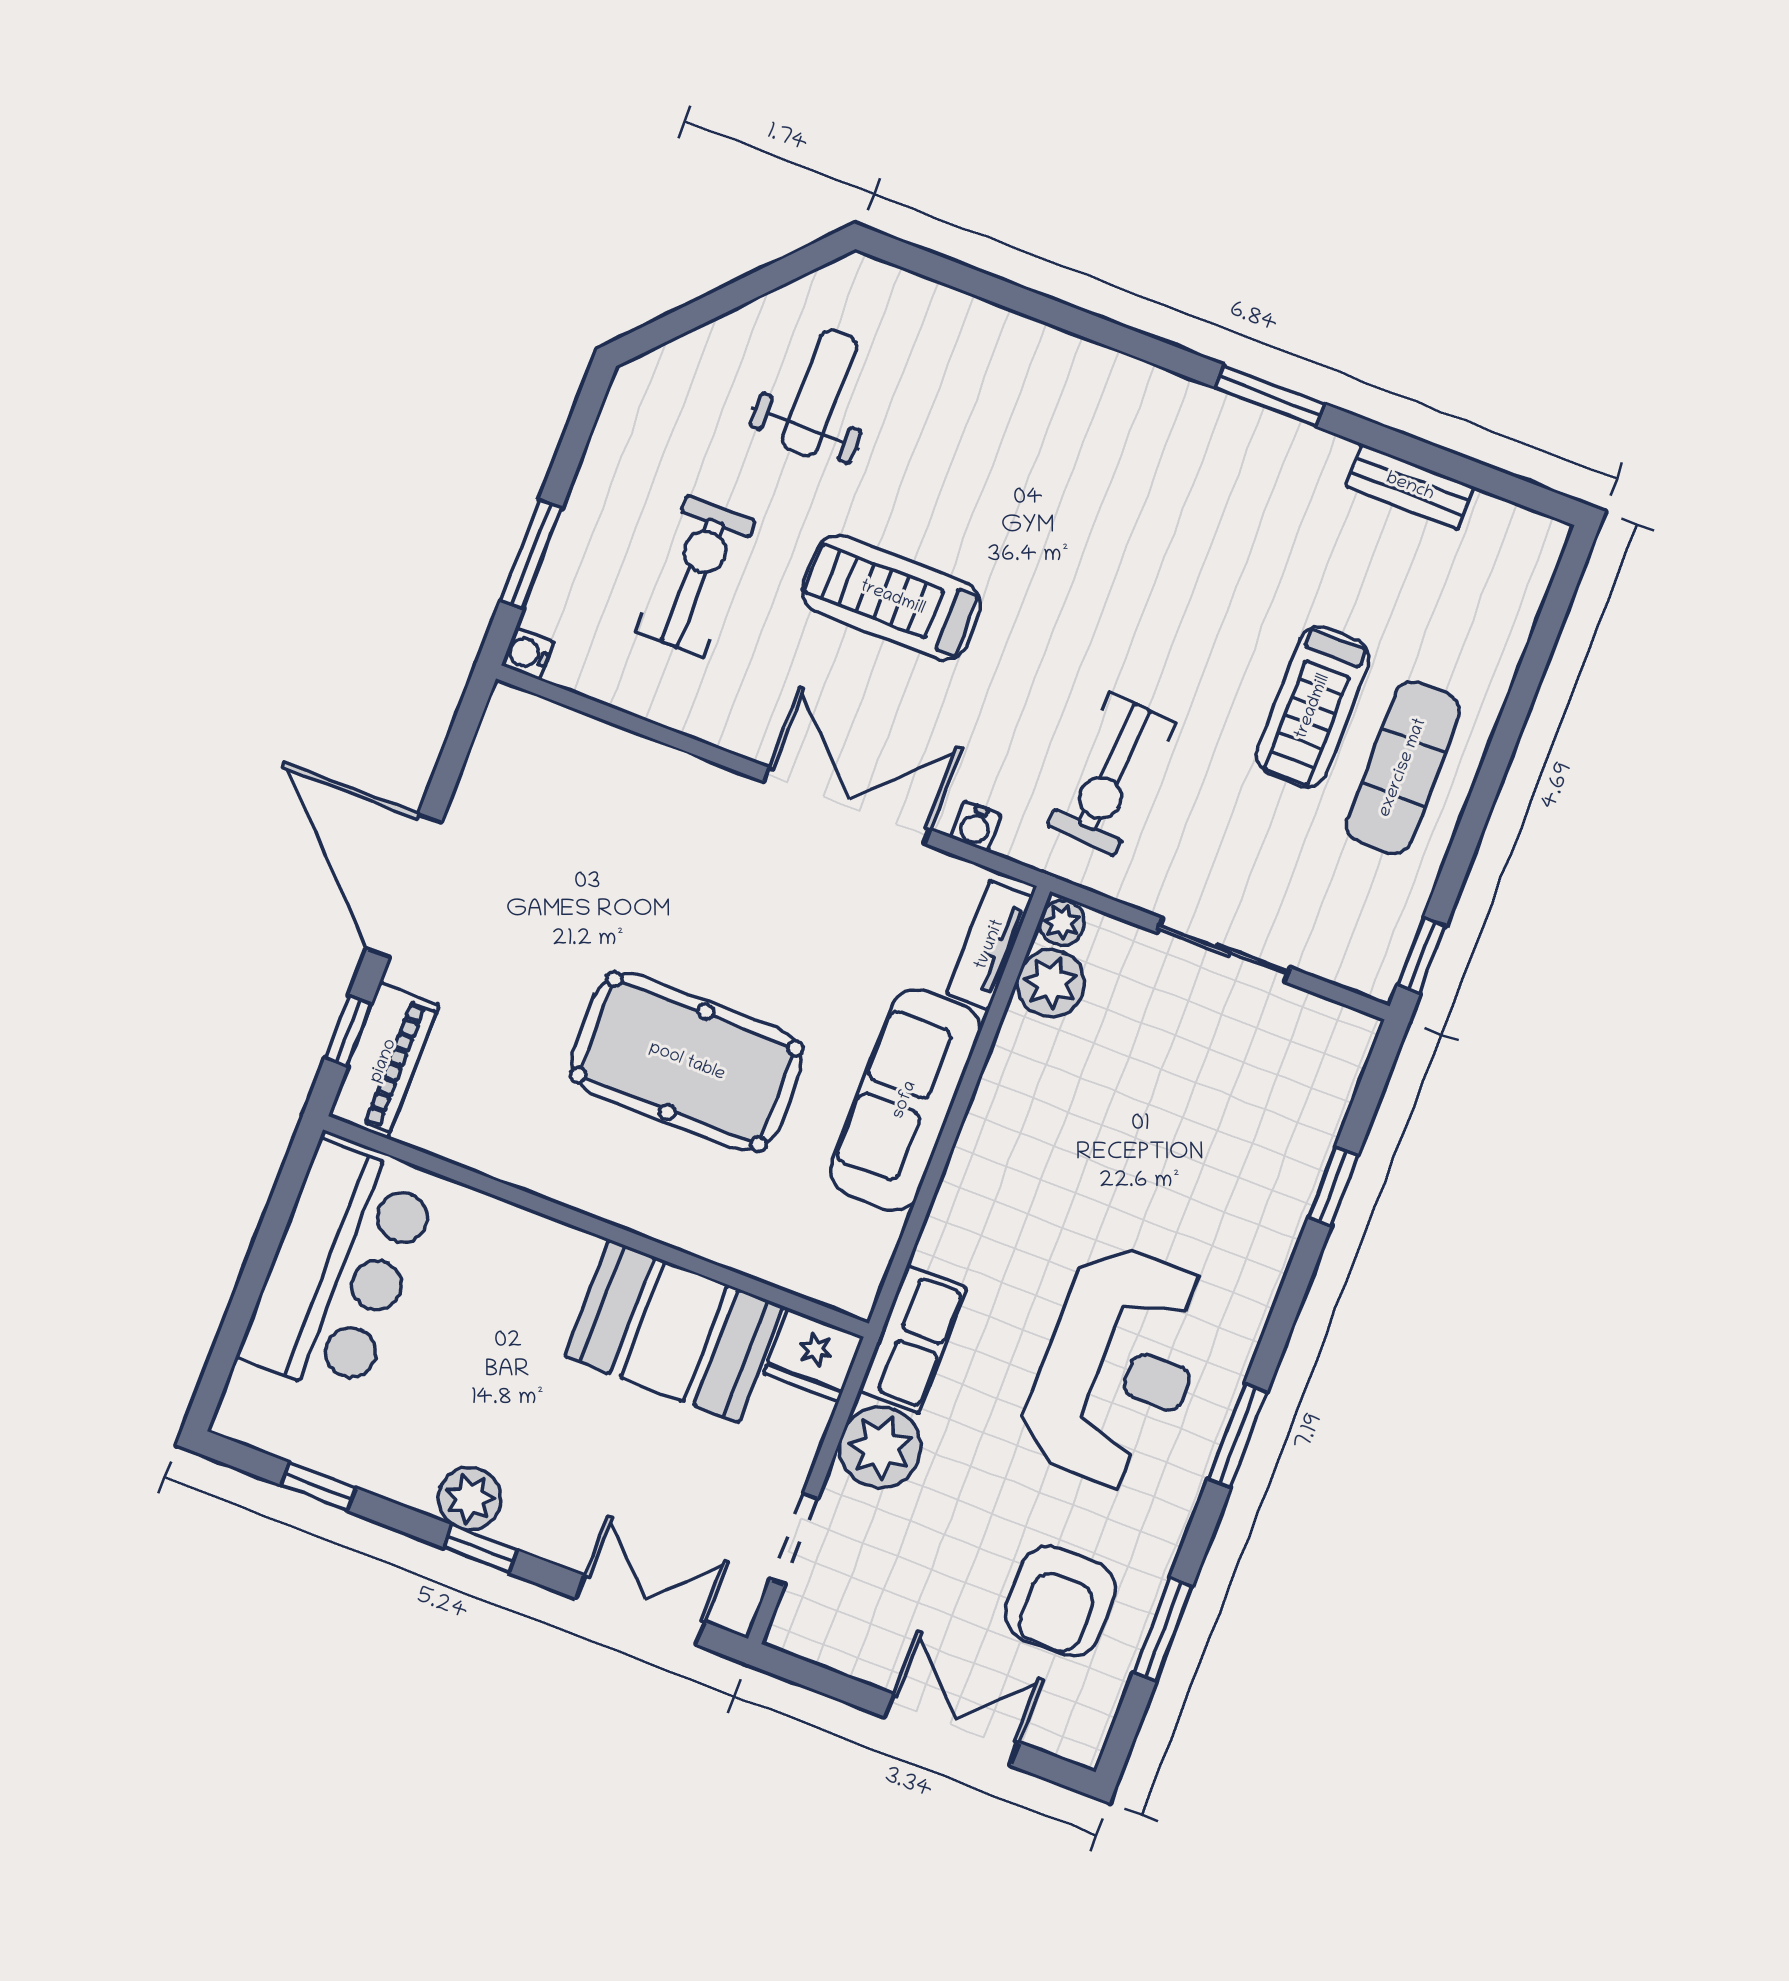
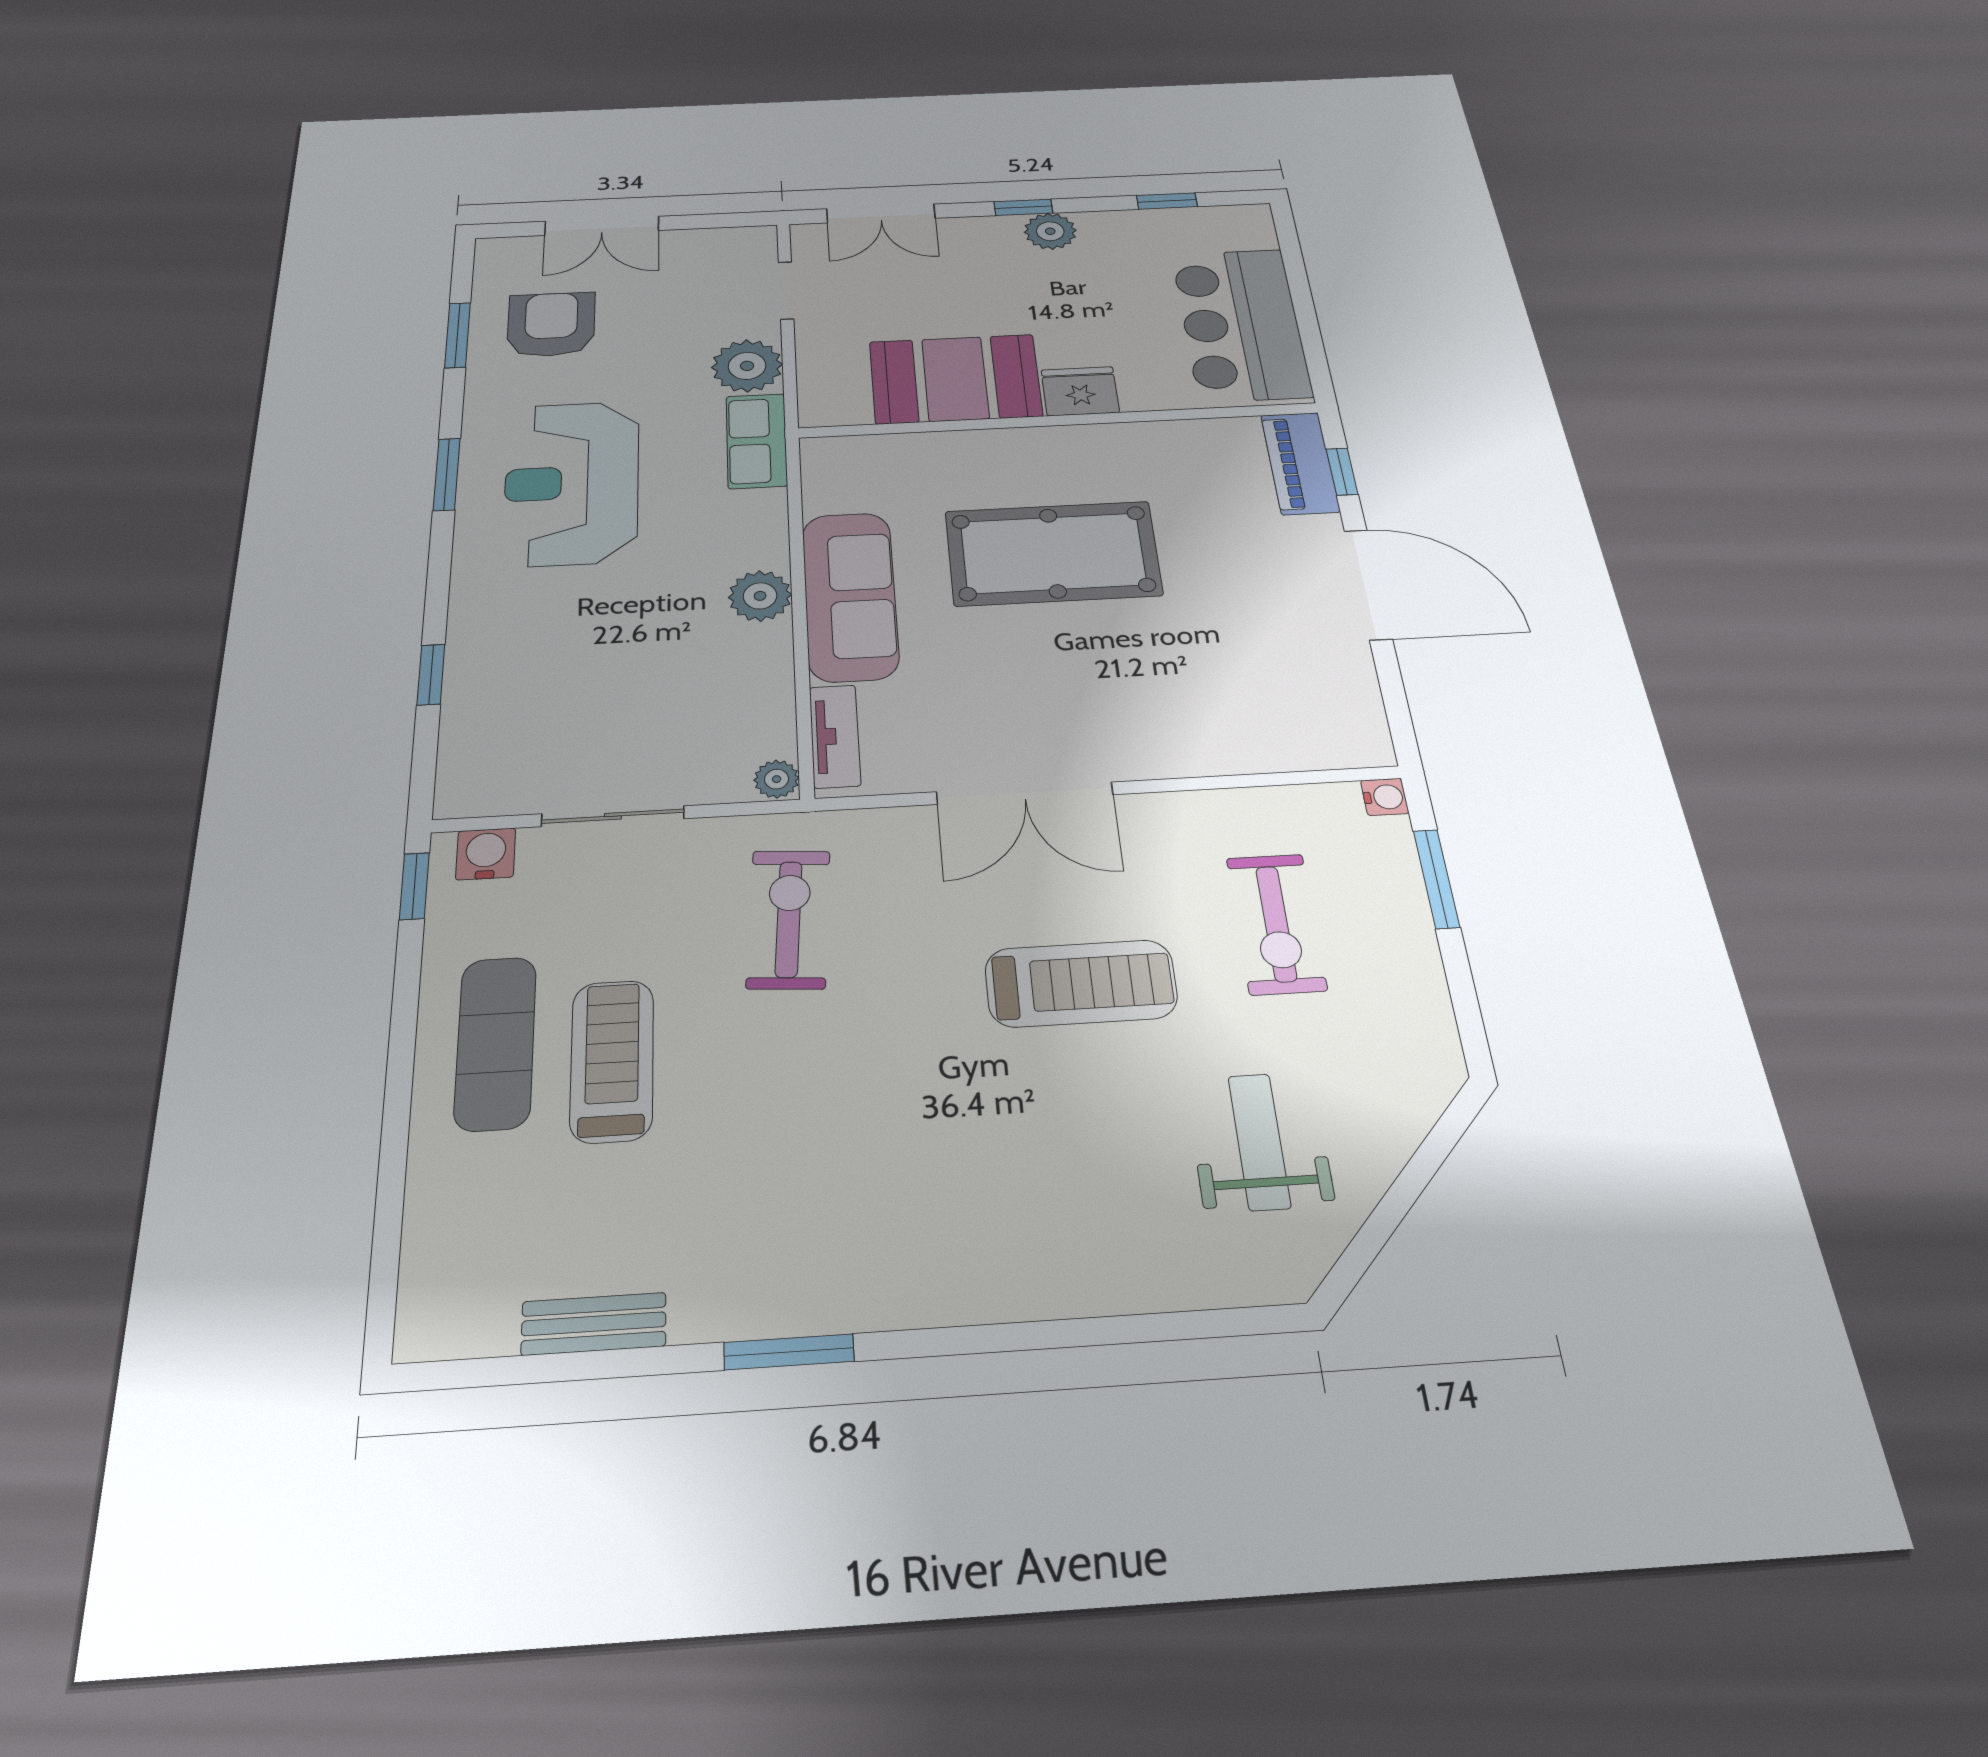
weight bench: (819, 393) -> (1259, 1142), turned 180
water cooler: (976, 826) -> (486, 854), moved, width x1.38, depth x1.38
plant: (1051, 983) -> (760, 596), moved
fridge: (814, 1355) -> (1080, 391), moved

